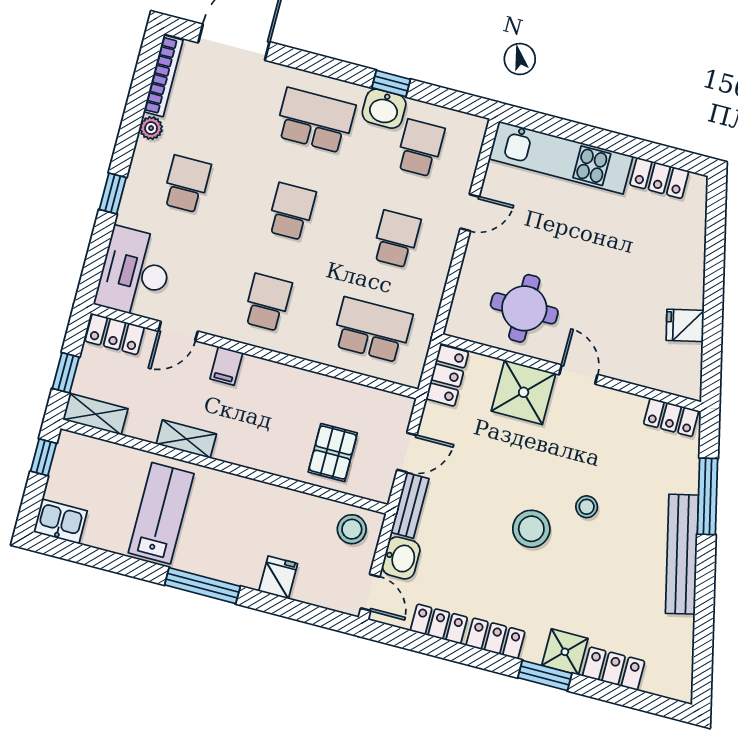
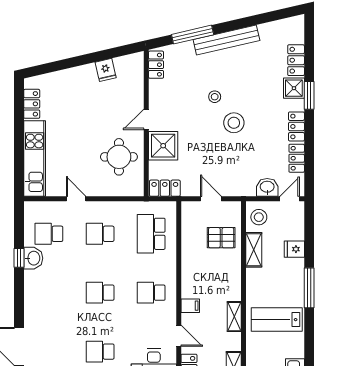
school desk: (315, 120) -> (49, 293), removed
shelving: (296, 505) -> (254, 250), added
bench: (410, 506) -> (238, 190), removed

